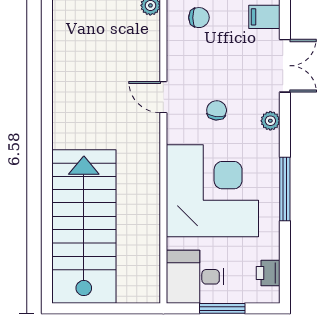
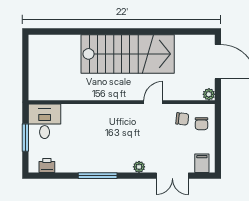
chair: (217, 110) -> (182, 119), moved
corner desk: (212, 191) -> (97, 132), removed
stairs: (84, 227) -> (128, 54), moved

